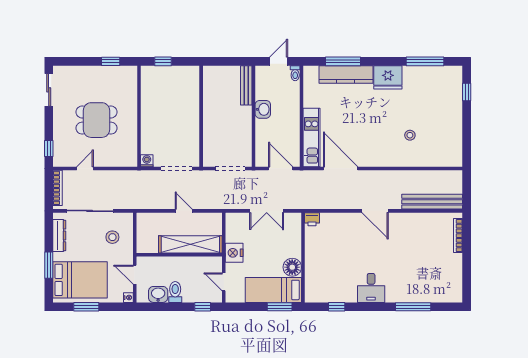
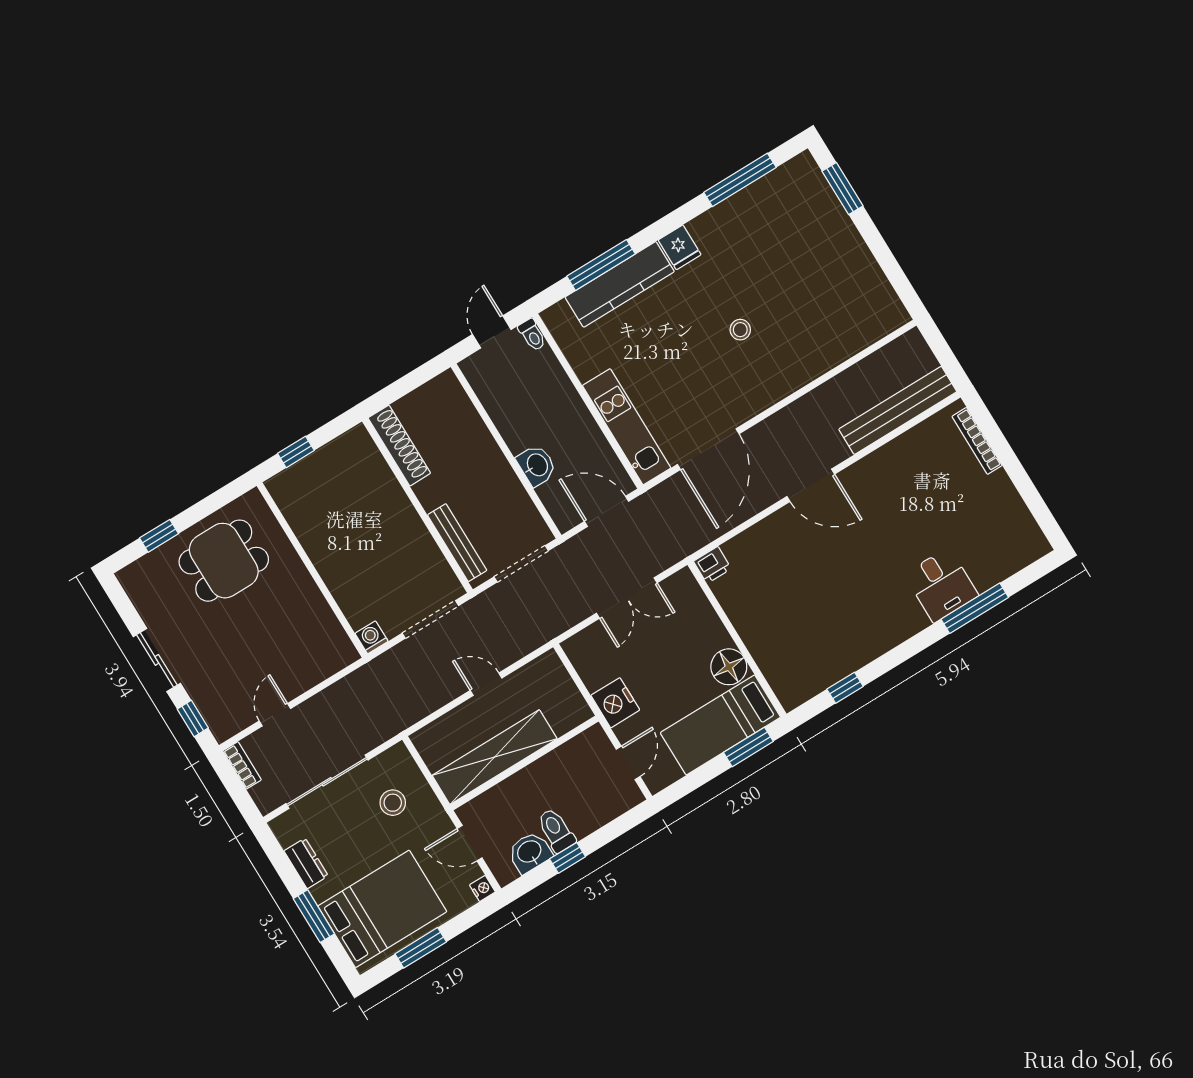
window: (111, 61) -> (159, 536), moved
fridge: (388, 77) -> (680, 247), width x0.53, depth x0.75
bench: (246, 85) -> (457, 543), moved
shoe rack: (209, 86) -> (399, 446), added
sliding door: (49, 90) -> (157, 660), moved
window: (467, 92) -> (842, 189), width x1.50
washbasin: (263, 109) -> (537, 465), moved
dining table: (96, 120) -> (224, 561), moved
stool: (410, 135) -> (740, 330), moved
door: (341, 168) -> (708, 449), swing flipped
bookcase: (58, 188) -> (242, 765), width x0.64
dresser: (59, 235) -> (306, 863), width x0.70
shelving: (190, 244) -> (495, 757), moved
door: (224, 282) -> (628, 763), swing flipped
desk: (371, 288) -> (941, 585), moved
window: (203, 307) -> (568, 858), moved

